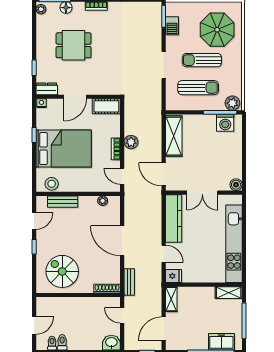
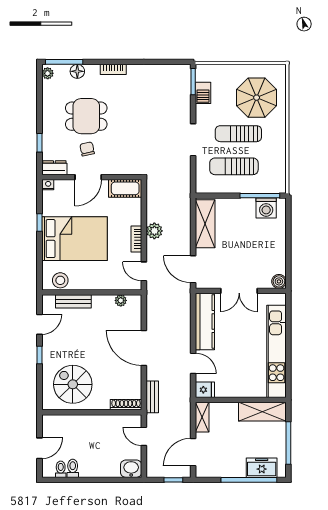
chair: (74, 73) -> (87, 149), added
sun lounger: (198, 88) -> (234, 166), turned 180
plant: (232, 103) -> (275, 185), removed
shelving: (229, 293) -> (262, 412), width x1.50, depth x1.33

